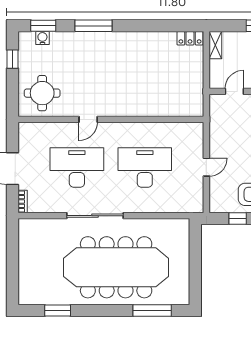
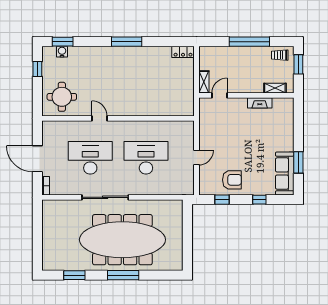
window: (93, 26) -> (127, 42), moved
shelving: (215, 45) -> (204, 82), moved
door: (88, 119) -> (100, 118), swing flipped
window: (152, 311) -> (123, 275), moved

